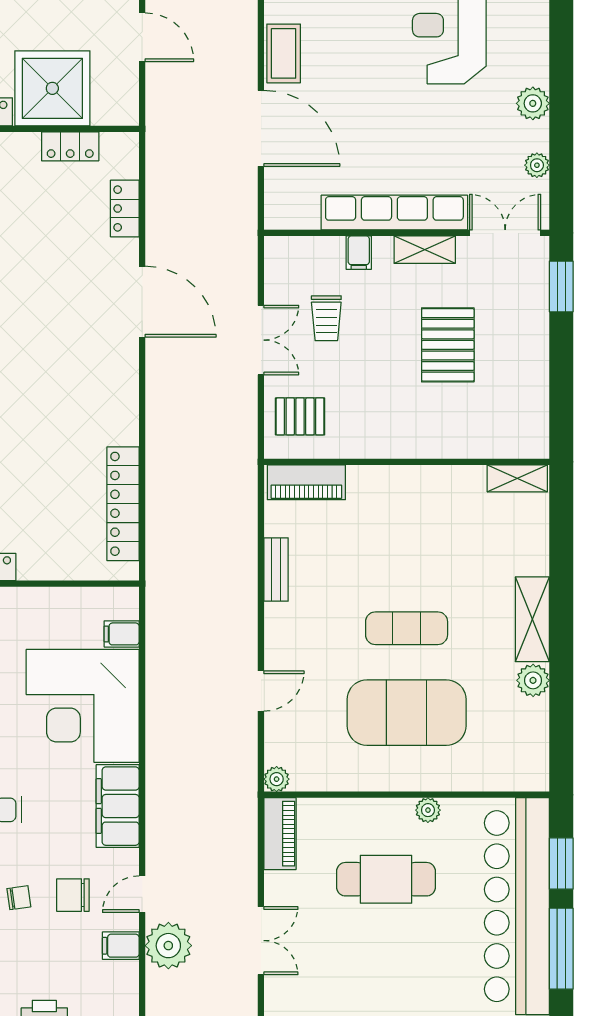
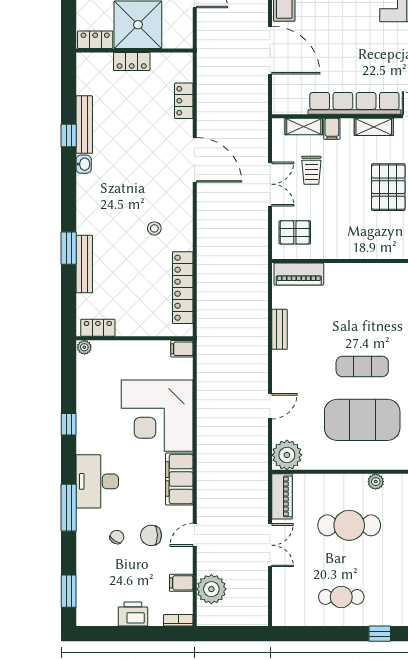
locker: (70, 146) -> (132, 61), moved
shelving: (314, 249) -> (304, 127), added
stool: (78, 410) -> (154, 228), added
filing cabinet: (122, 634) -> (182, 349), moved
plant: (277, 779) -> (287, 455), width x1.87, depth x1.87
chair: (19, 898) -> (117, 537), turned -50
double door: (261, 941) -> (270, 545), moved
filing cabinet: (121, 946) -> (181, 583), moved
plant: (168, 946) -> (211, 589), moved
cafe table: (374, 992) -> (341, 597), added

